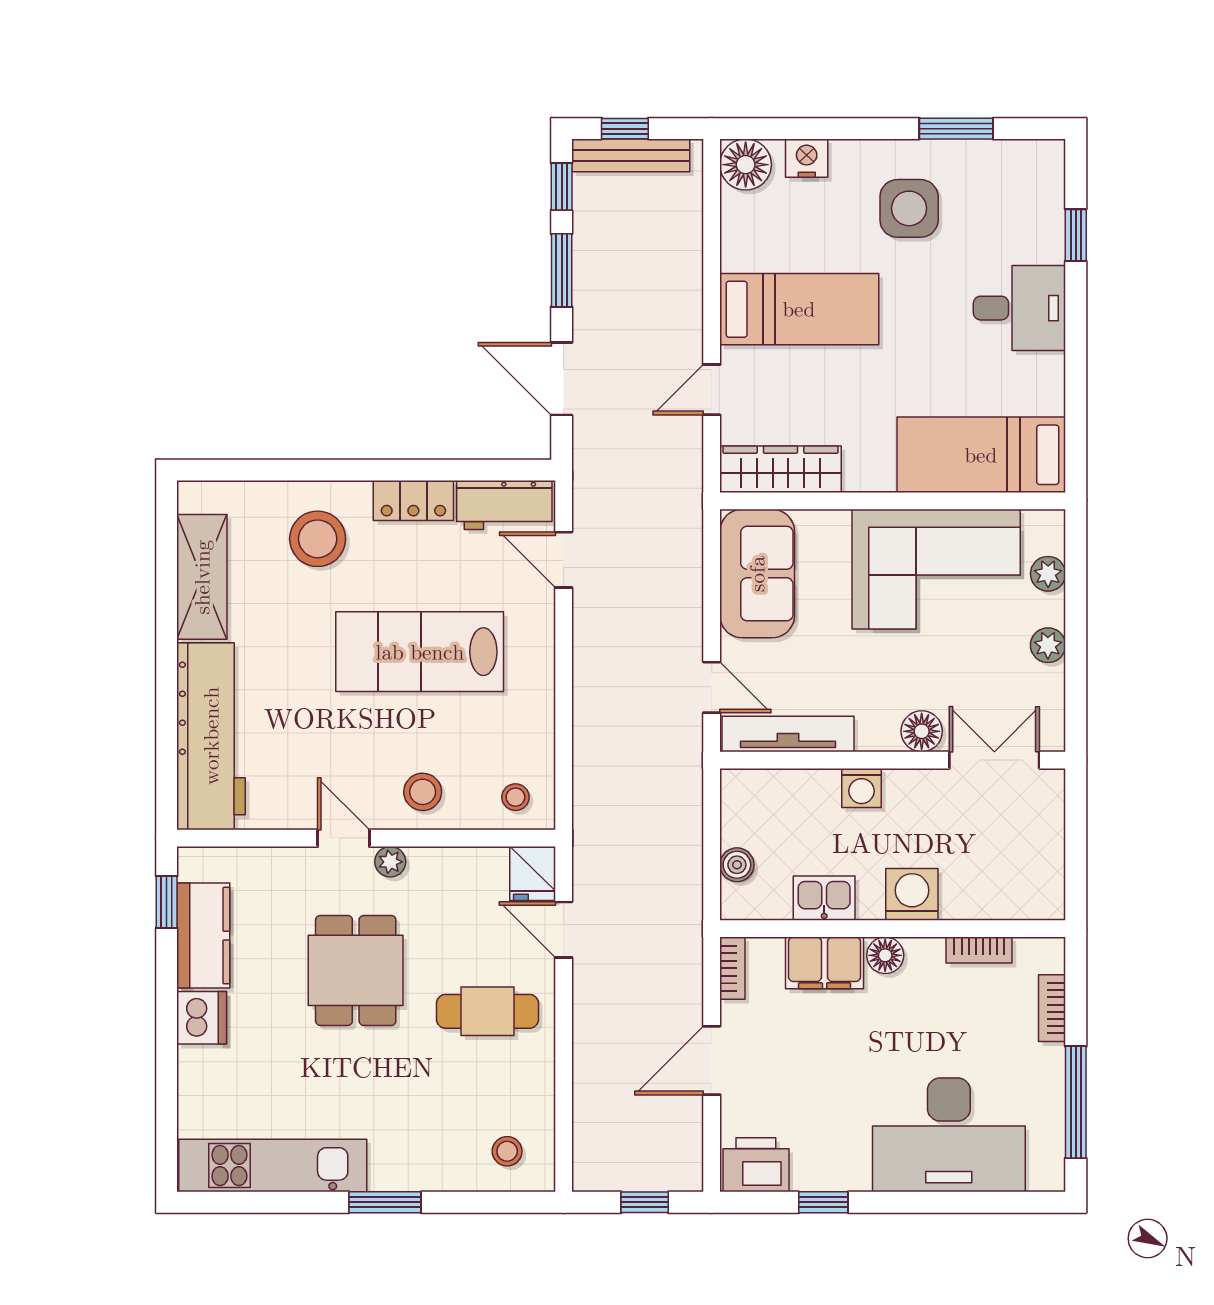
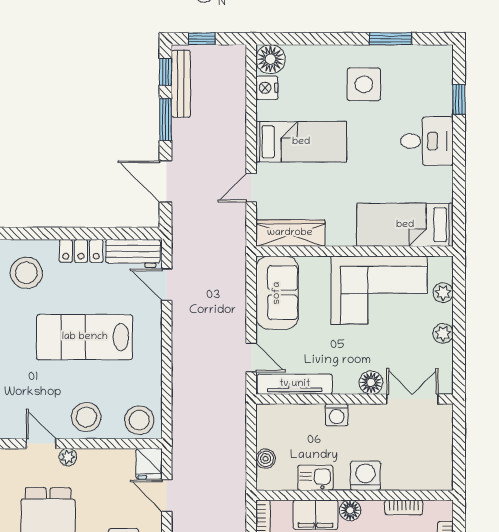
bench: (631, 155) -> (181, 84), moved, turned 90
nightstand: (807, 158) -> (267, 88), moved, turned -90
stool: (423, 792) -> (86, 417), width x1.38, depth x1.38
stool: (515, 797) -> (139, 420), width x1.89, depth x1.89

